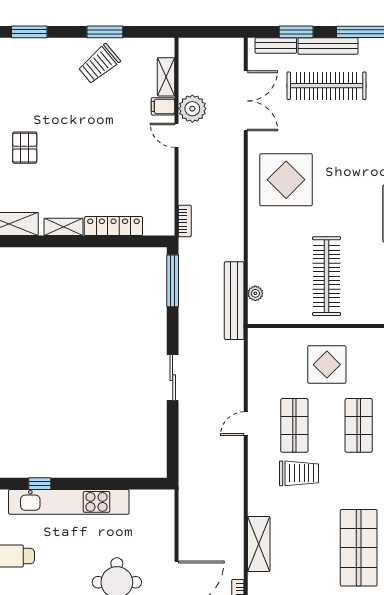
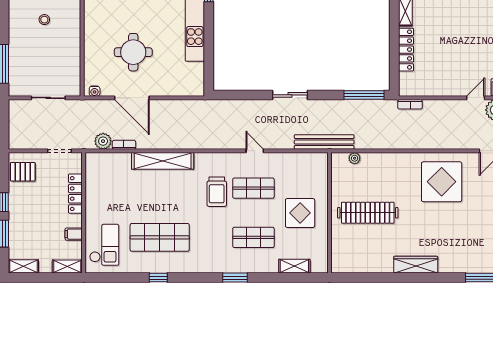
bench: (234, 301) -> (324, 142), moved
shelving: (259, 544) -> (163, 161), width x1.47

